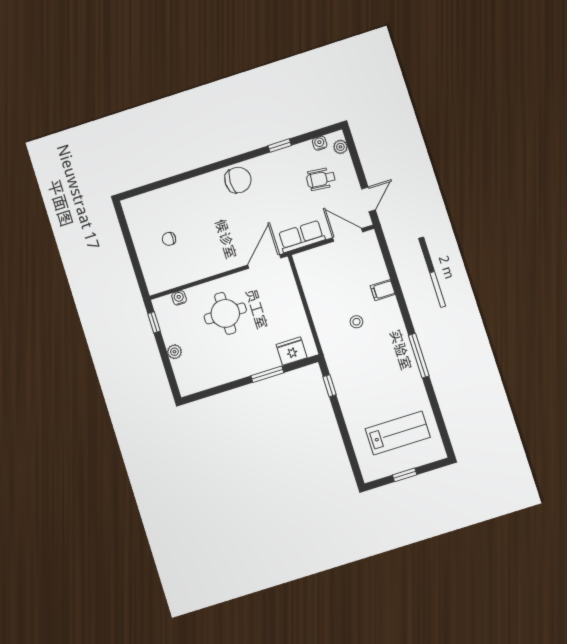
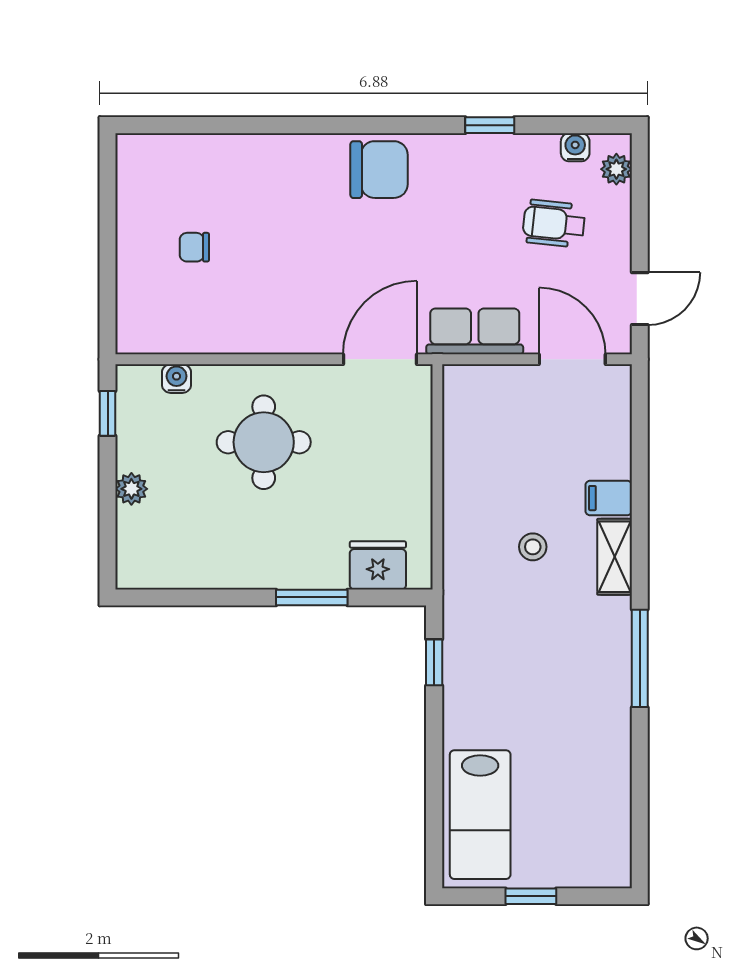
shelving: (394, 315) -> (615, 557), added
lab bench: (398, 433) -> (480, 815), moved, turned 90

